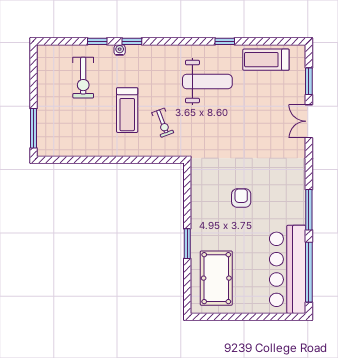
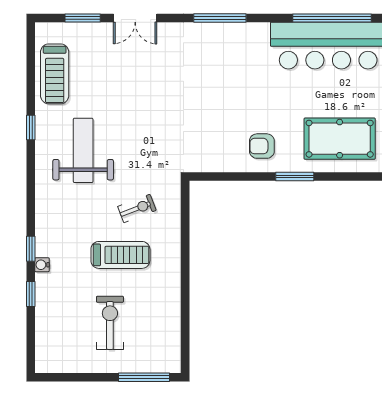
exercise bike: (83, 78) -> (110, 323), moved, turned -90
armchair: (241, 198) -> (262, 146), moved
window: (309, 210) -> (220, 18), moved

